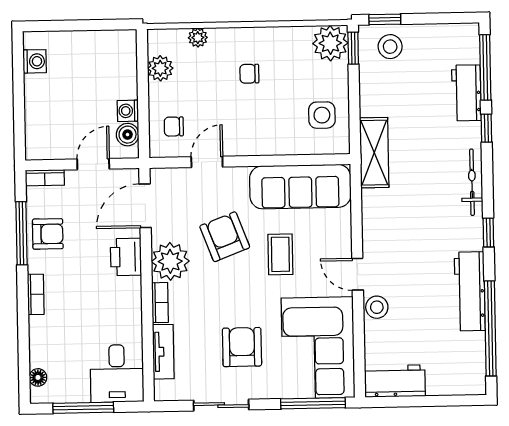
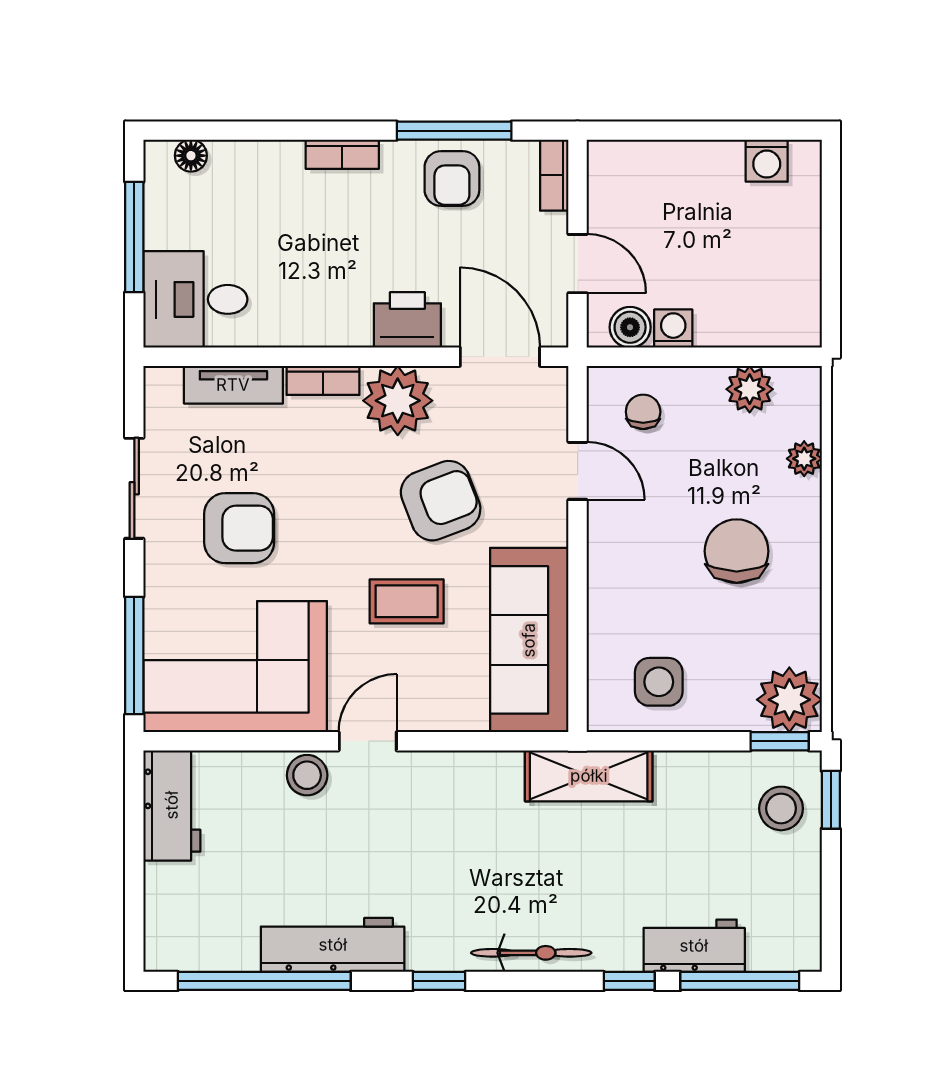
chair: (249, 74) -> (737, 551), width x1.87, depth x1.87

